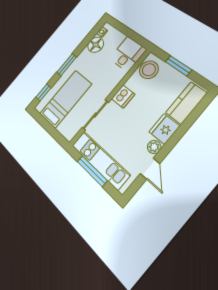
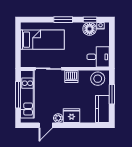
window: (43, 93) -> (90, 20), moved
kitchen counter: (186, 103) -> (102, 109), moved, turned -90

